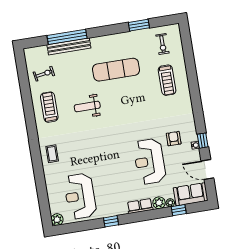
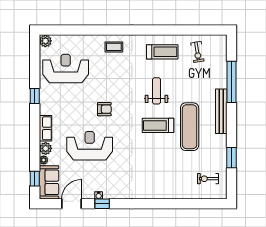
bench: (69, 46) -> (221, 111), moved
treadmill: (167, 80) -> (158, 125), moved
armchair: (174, 139) -> (104, 109), moved
window: (179, 210) -> (35, 179), moved

